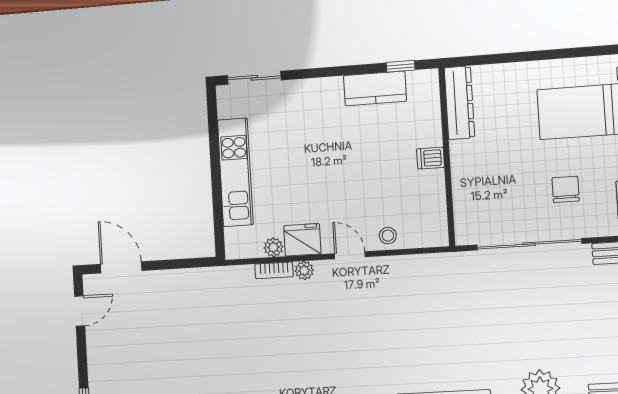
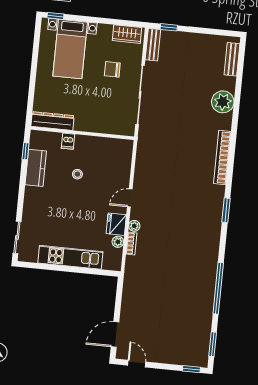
dishwasher: (431, 158) -> (68, 141), moved
stool: (388, 236) -> (77, 174), moved

